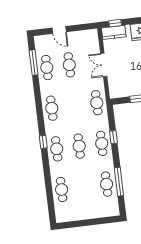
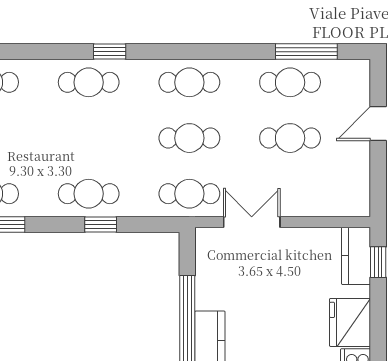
double door: (104, 65) -> (252, 222), moved
cafe table: (79, 146) -> (189, 138), moved

